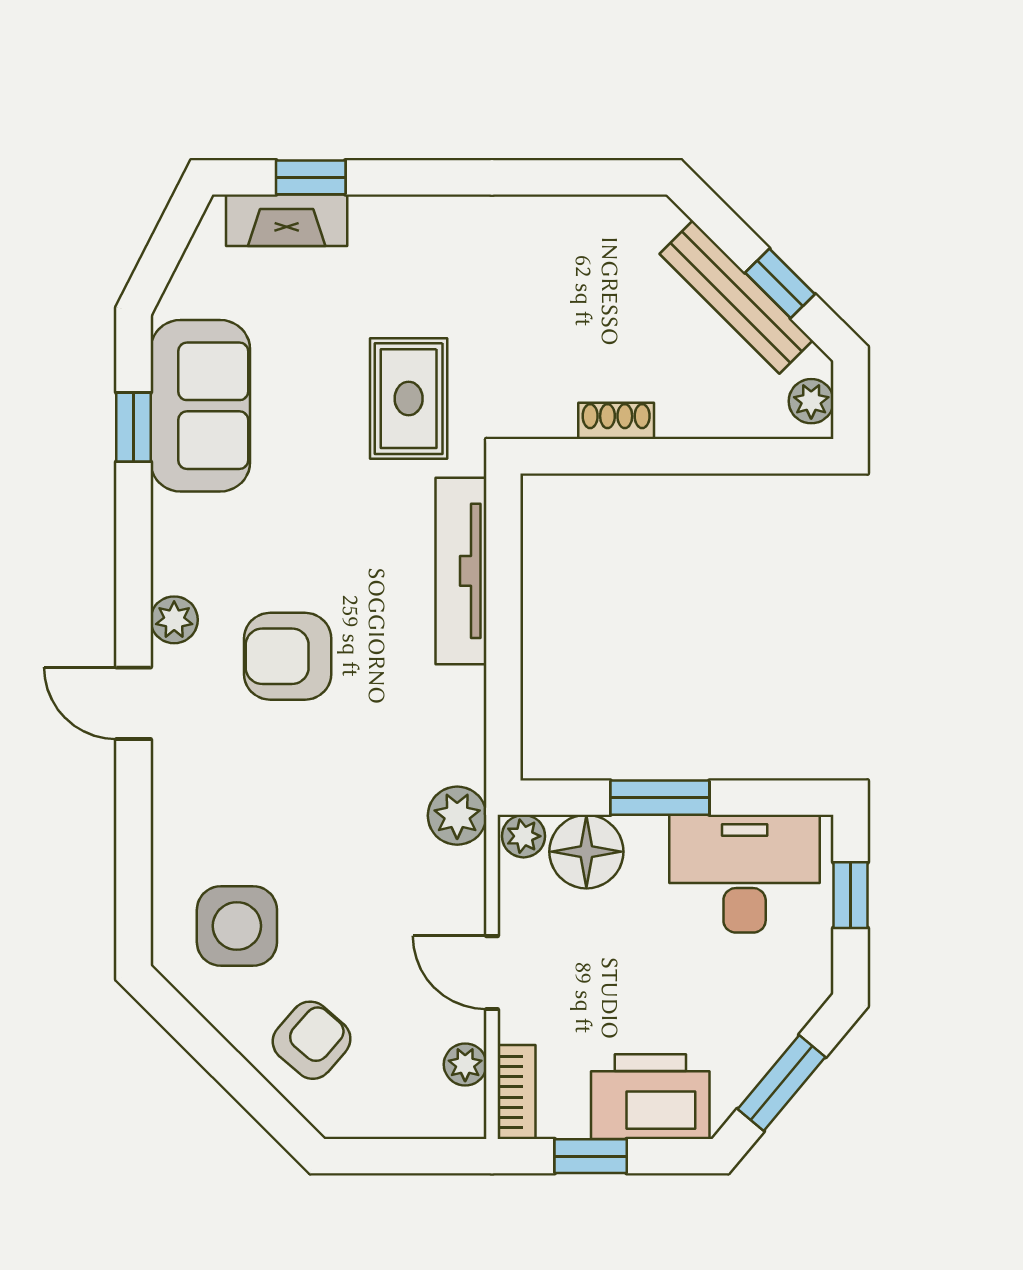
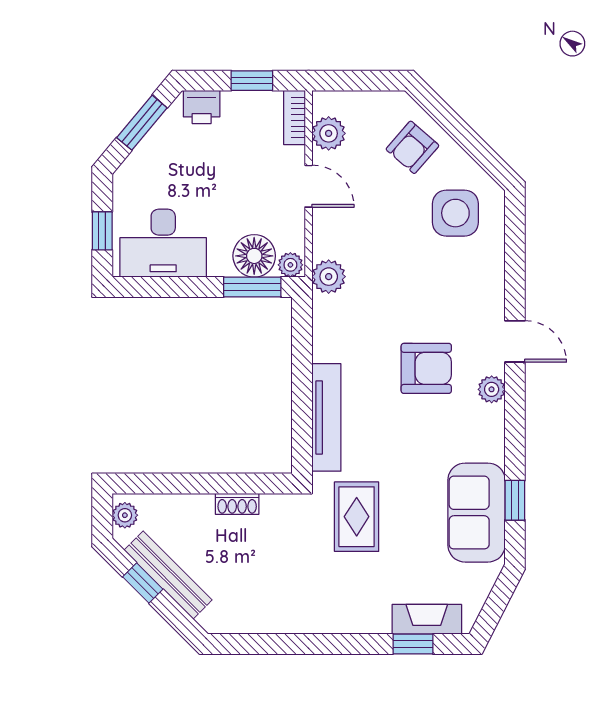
window: (660, 798) -> (252, 287), moved
plant: (465, 1064) -> (329, 133), width x1.38, depth x1.38
printer: (650, 1097) -> (202, 107), width x0.53, depth x0.68

